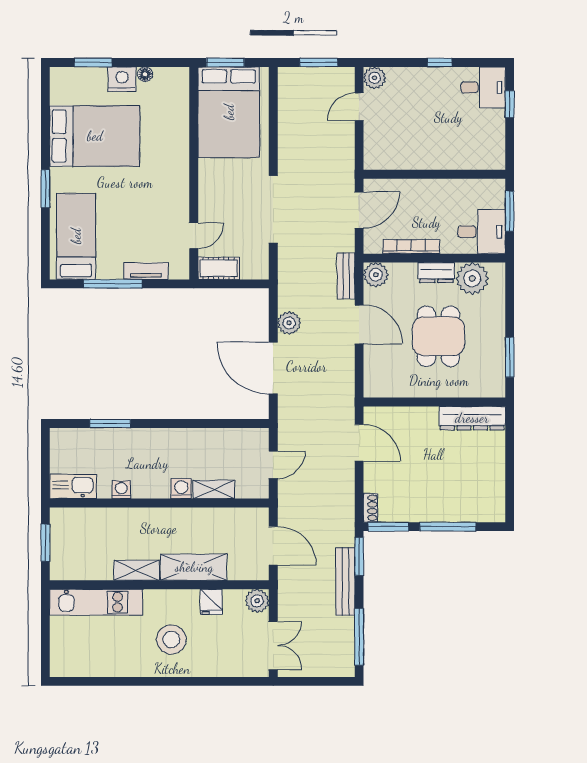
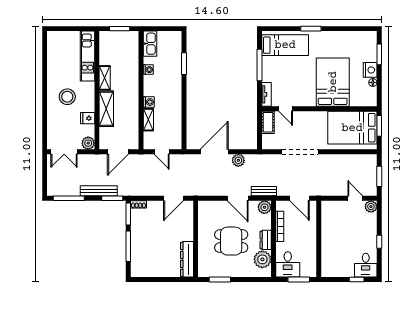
bed: (95, 136) -> (333, 82), moved, turned 180
tv unit: (146, 271) -> (266, 94), moved
door: (359, 324) -> (238, 198), hinge flipped

